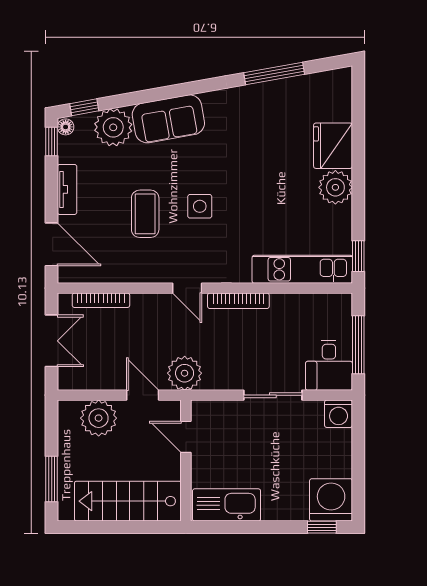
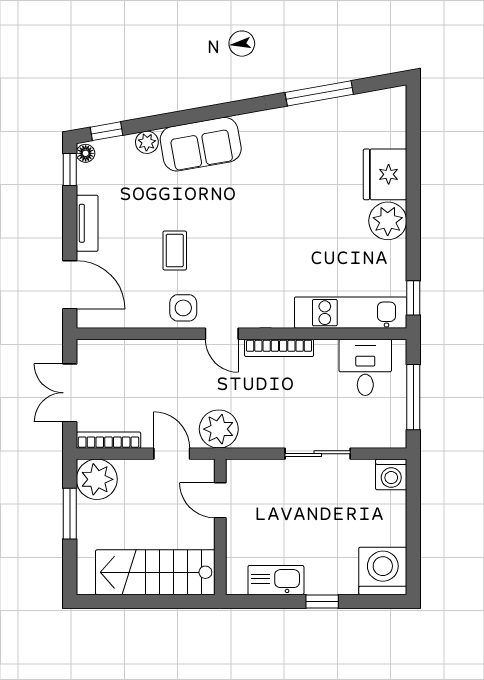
plant: (113, 127) -> (147, 142), width x0.53, depth x0.53
side table: (200, 206) -> (183, 308), moved
coffee table: (145, 214) -> (175, 251), width x0.73, depth x0.77
bookcase: (101, 300) -> (109, 440), moved, turned 180
double door: (52, 341) -> (70, 393), swing flipped
desk: (329, 365) -> (365, 367), moved, turned 180
plant: (99, 418) -> (97, 479), moved
window: (52, 479) -> (70, 514), moved
kitchen sink: (227, 505) -> (276, 580), width x0.73, depth x0.81
window: (322, 527) -> (322, 601), moved

